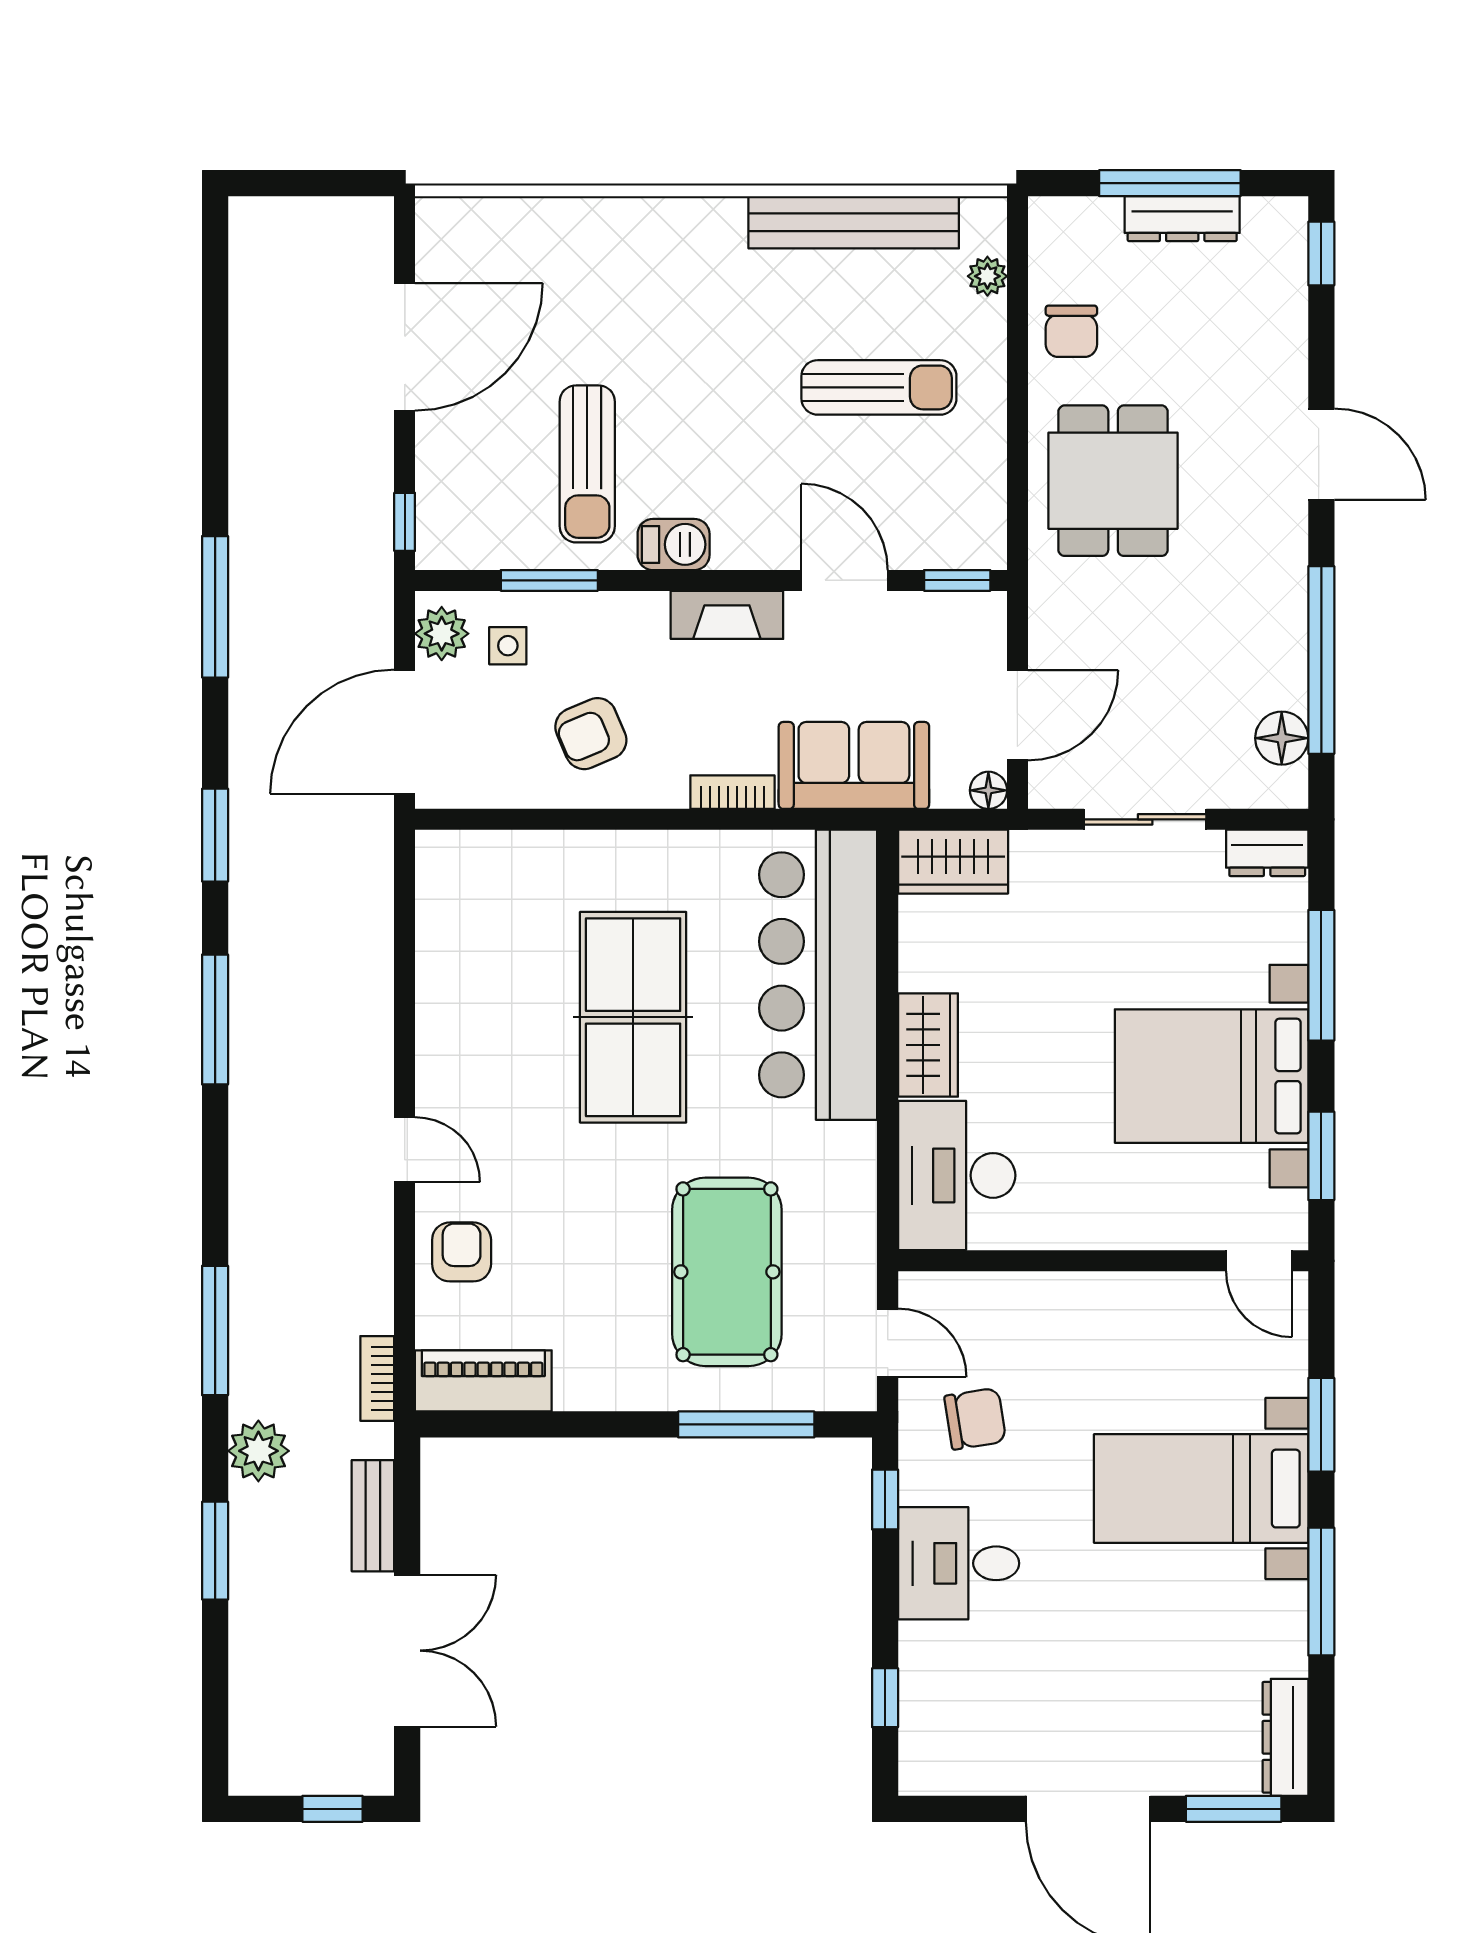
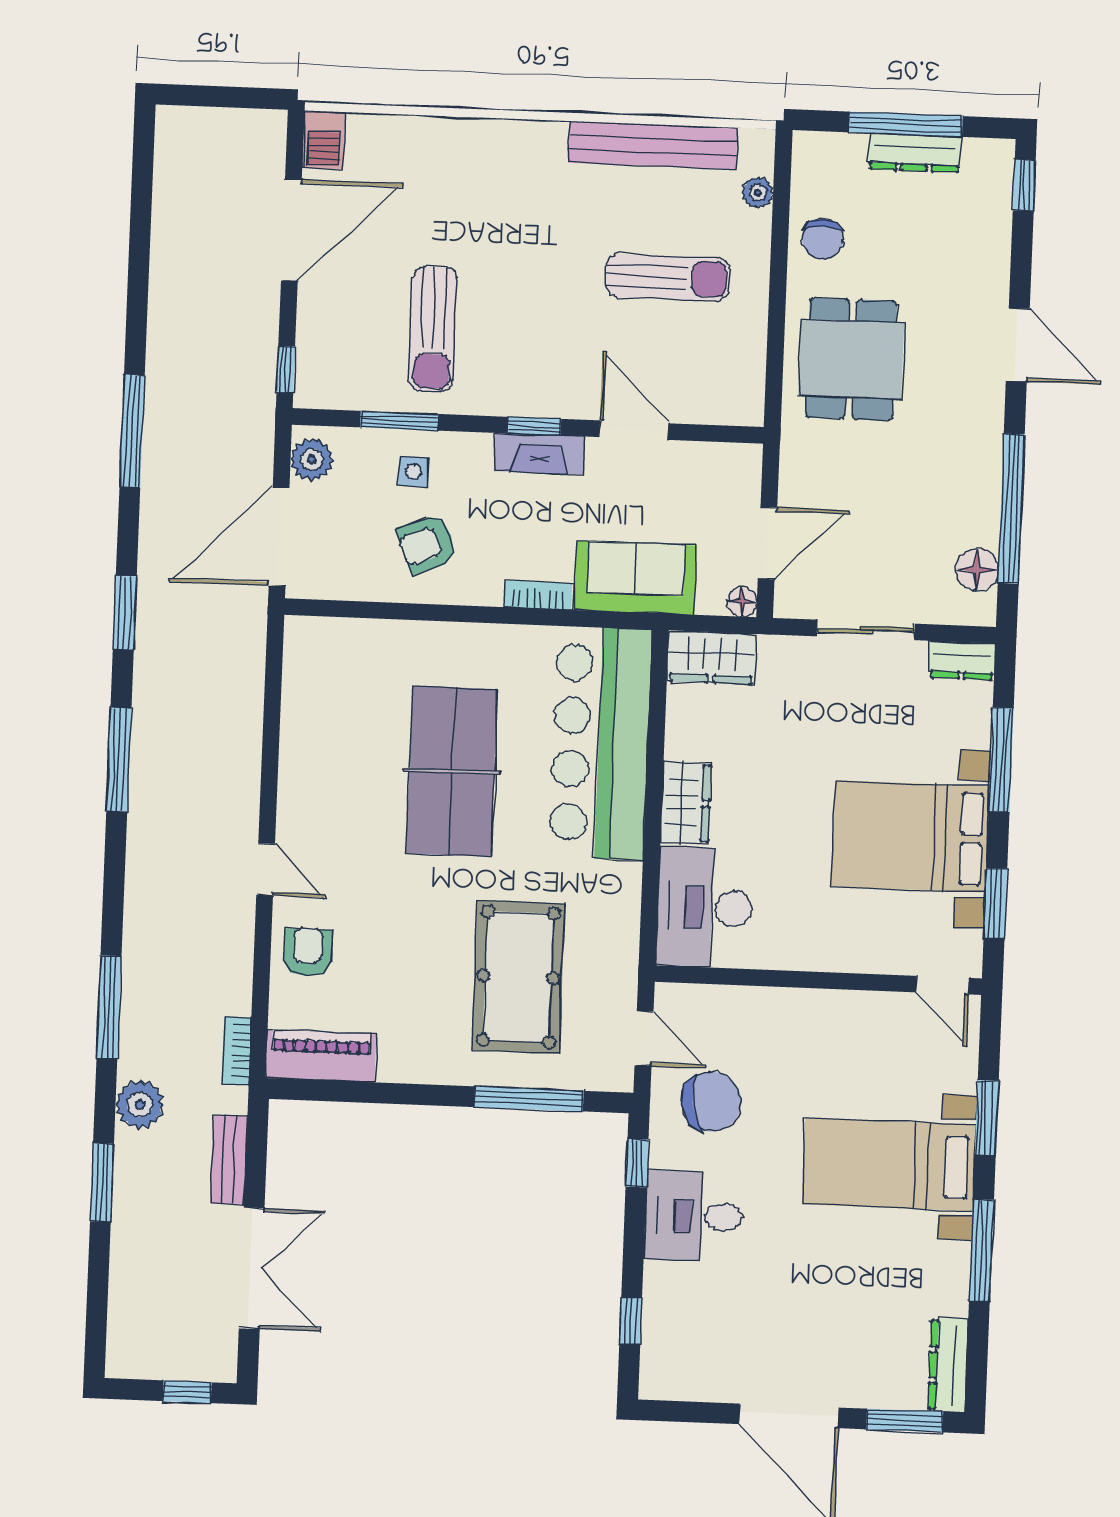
barbecue: (674, 544) -> (324, 140), moved, turned 90
window: (957, 580) -> (534, 426), moved
side table: (508, 646) -> (414, 472), moved
chair: (975, 1419) -> (711, 1102), width x1.37, depth x1.37

